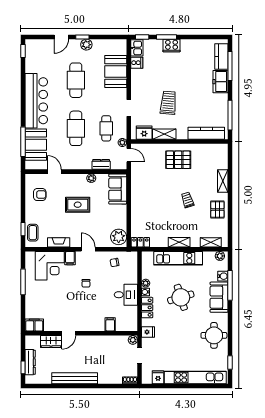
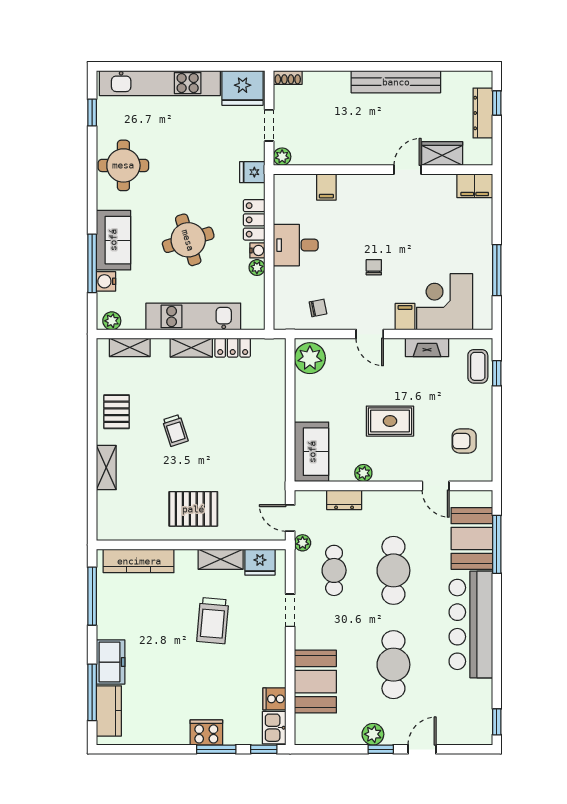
locker: (140, 242) -> (233, 348), moved
fridge: (158, 377) -> (243, 88), width x1.88, depth x1.34

